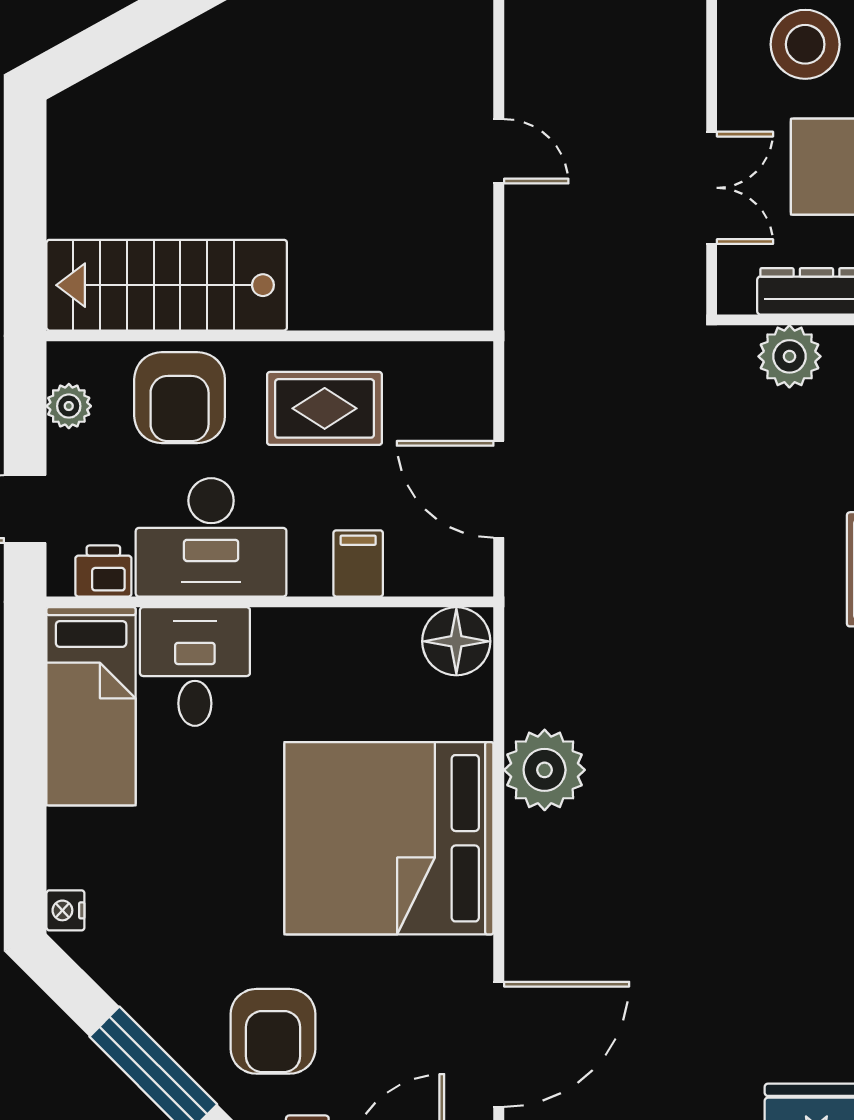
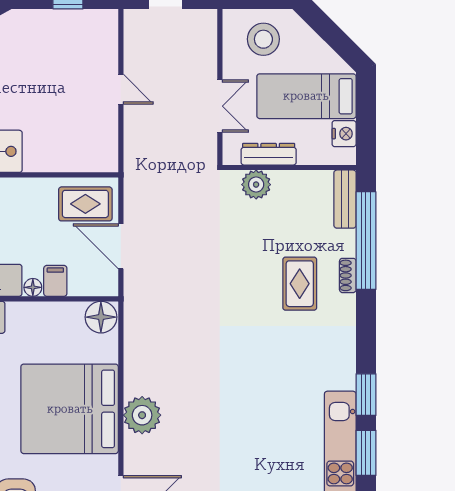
rug: (325, 408) -> (85, 204), moved
floor lamp: (310, 577) -> (33, 287), added
plant: (545, 770) -> (142, 415), moved

